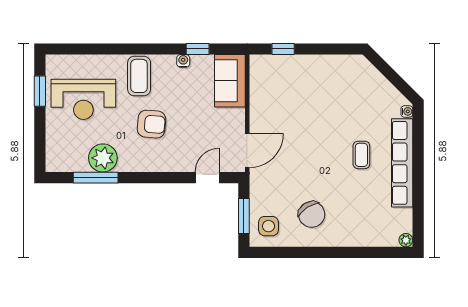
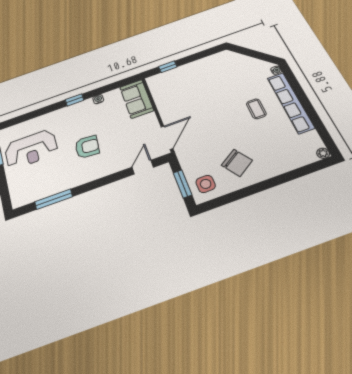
window: (198, 49) -> (74, 100), moved
coffee table: (139, 76) -> (69, 120), removed
plant: (103, 158) -> (56, 183), removed

